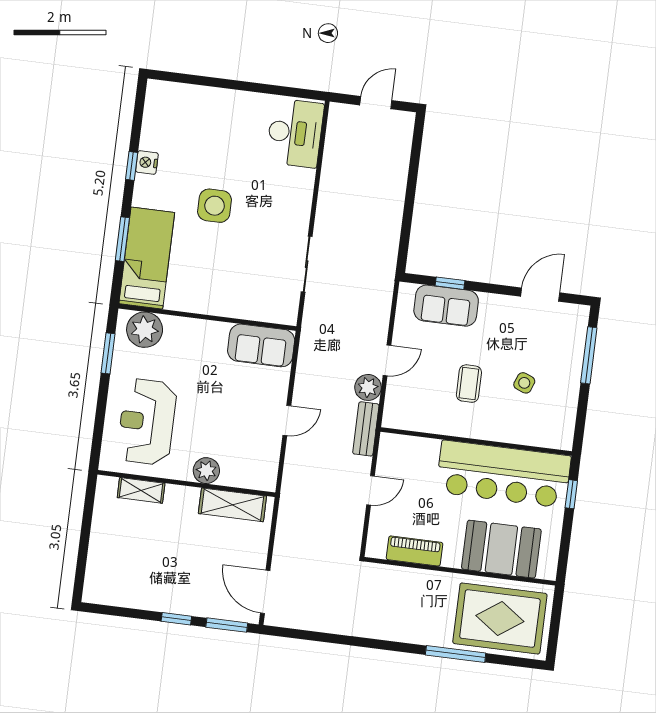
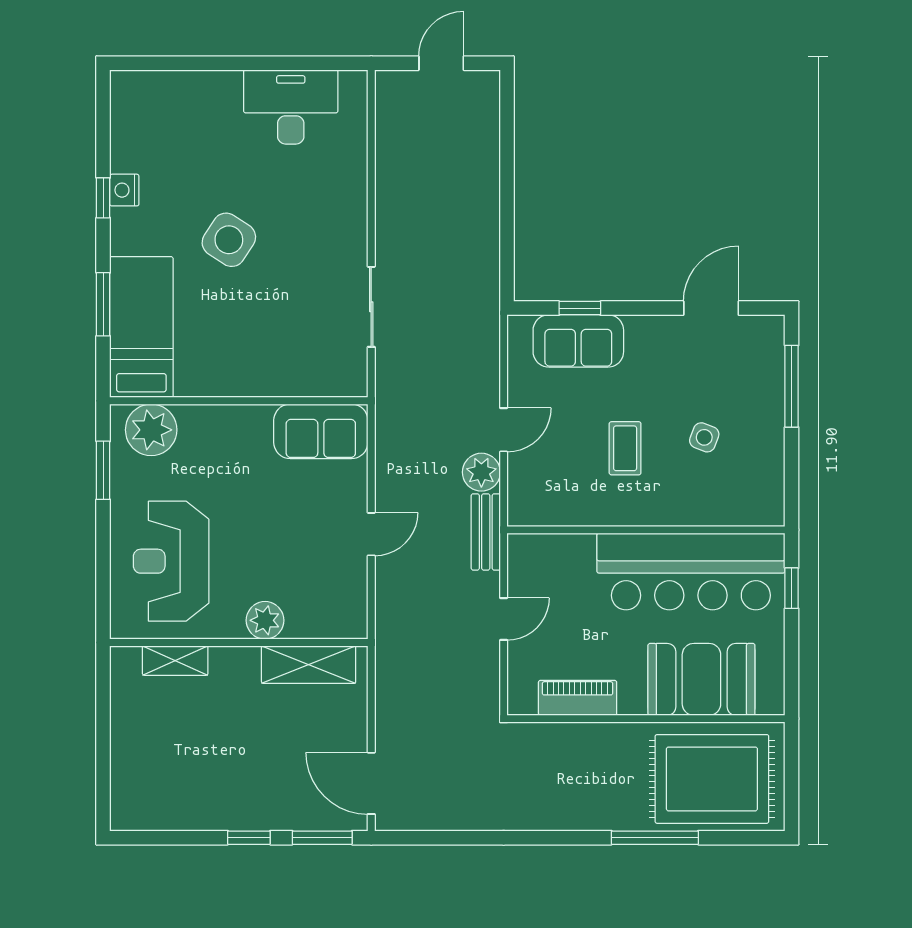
desk: (295, 133) -> (291, 107), moved, turned -90
side table: (215, 206) -> (229, 240), turned 33

